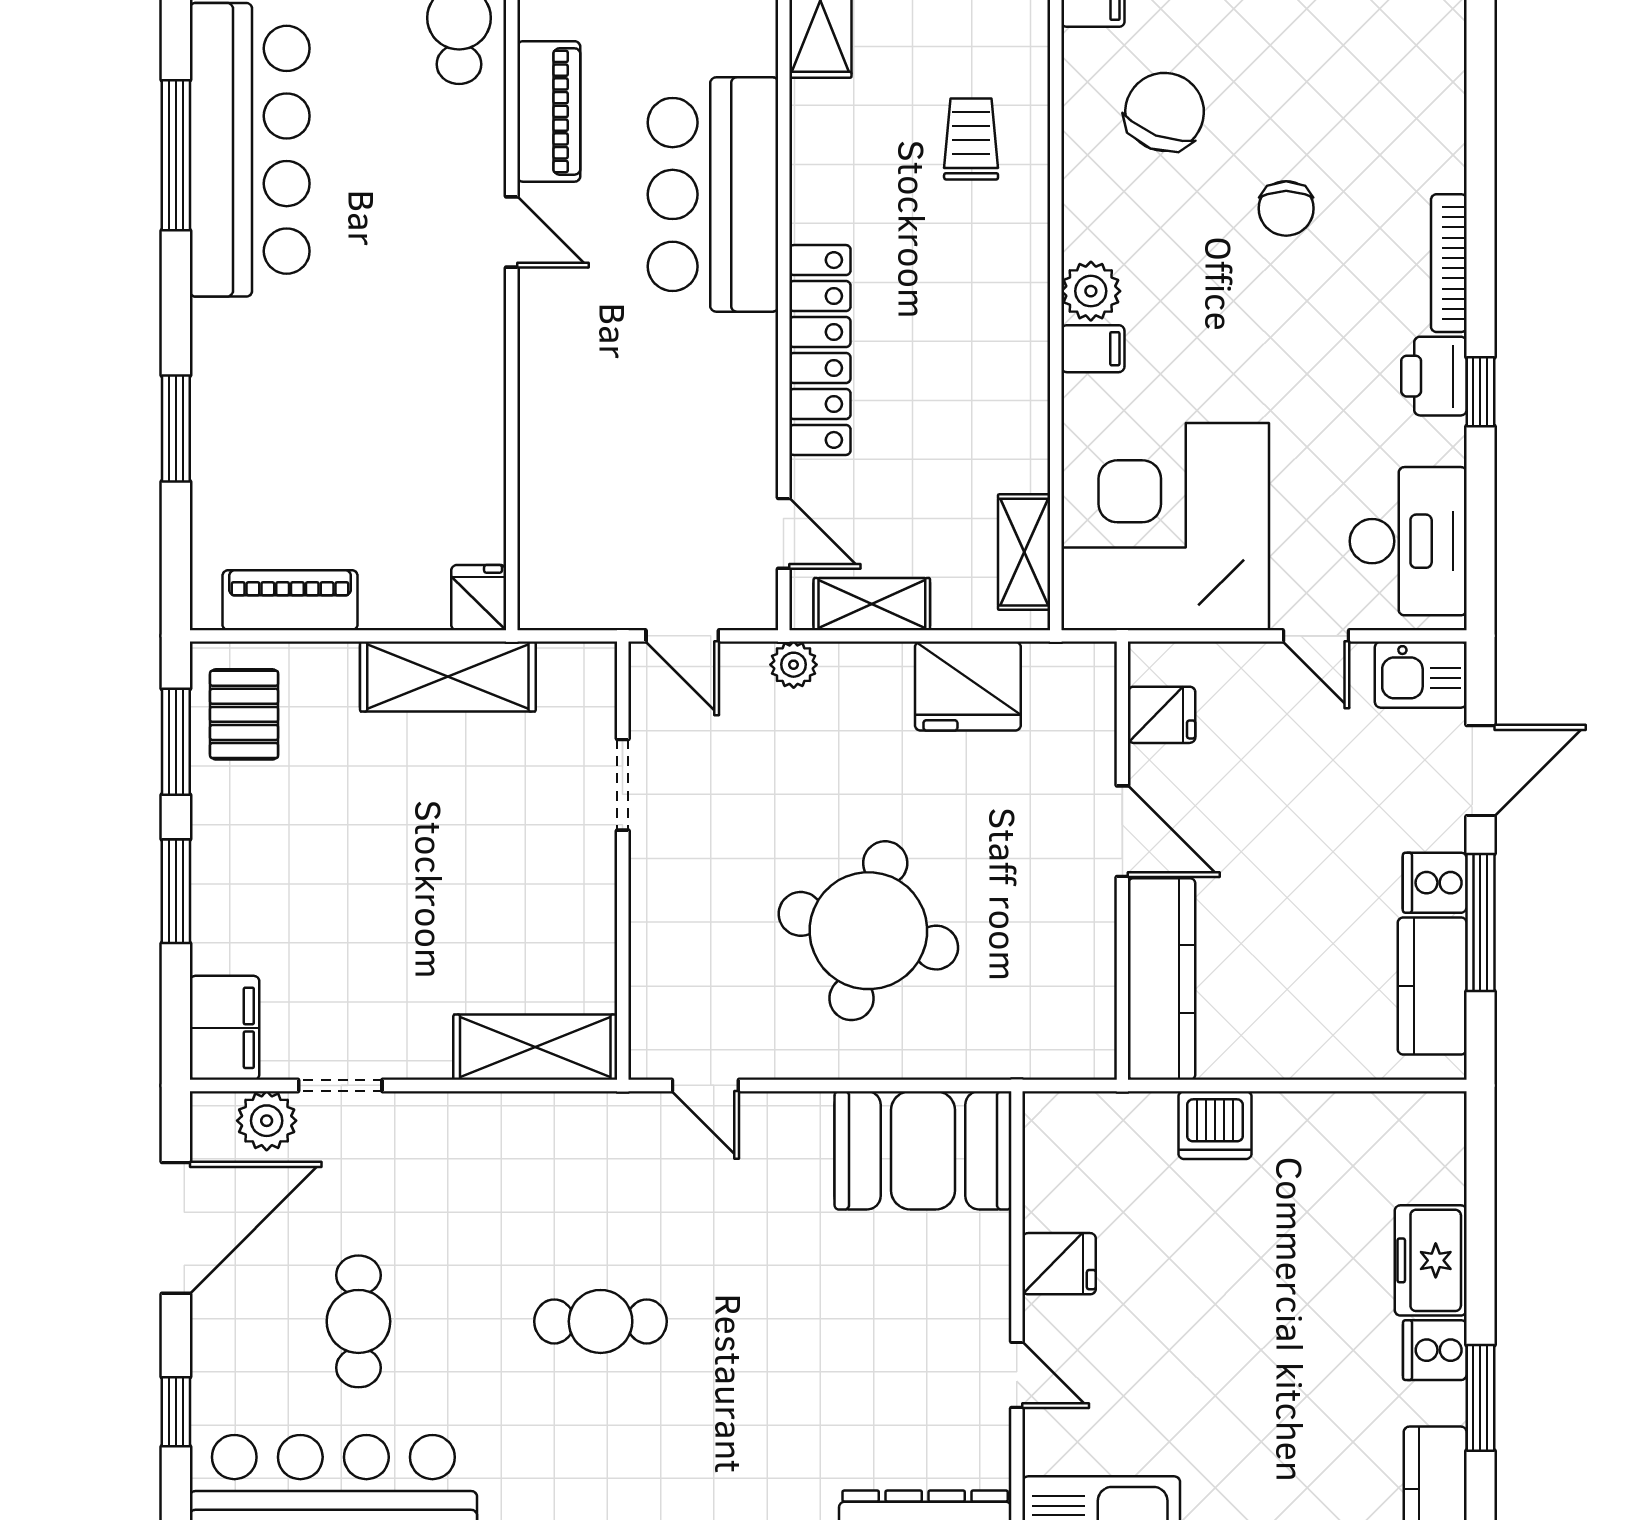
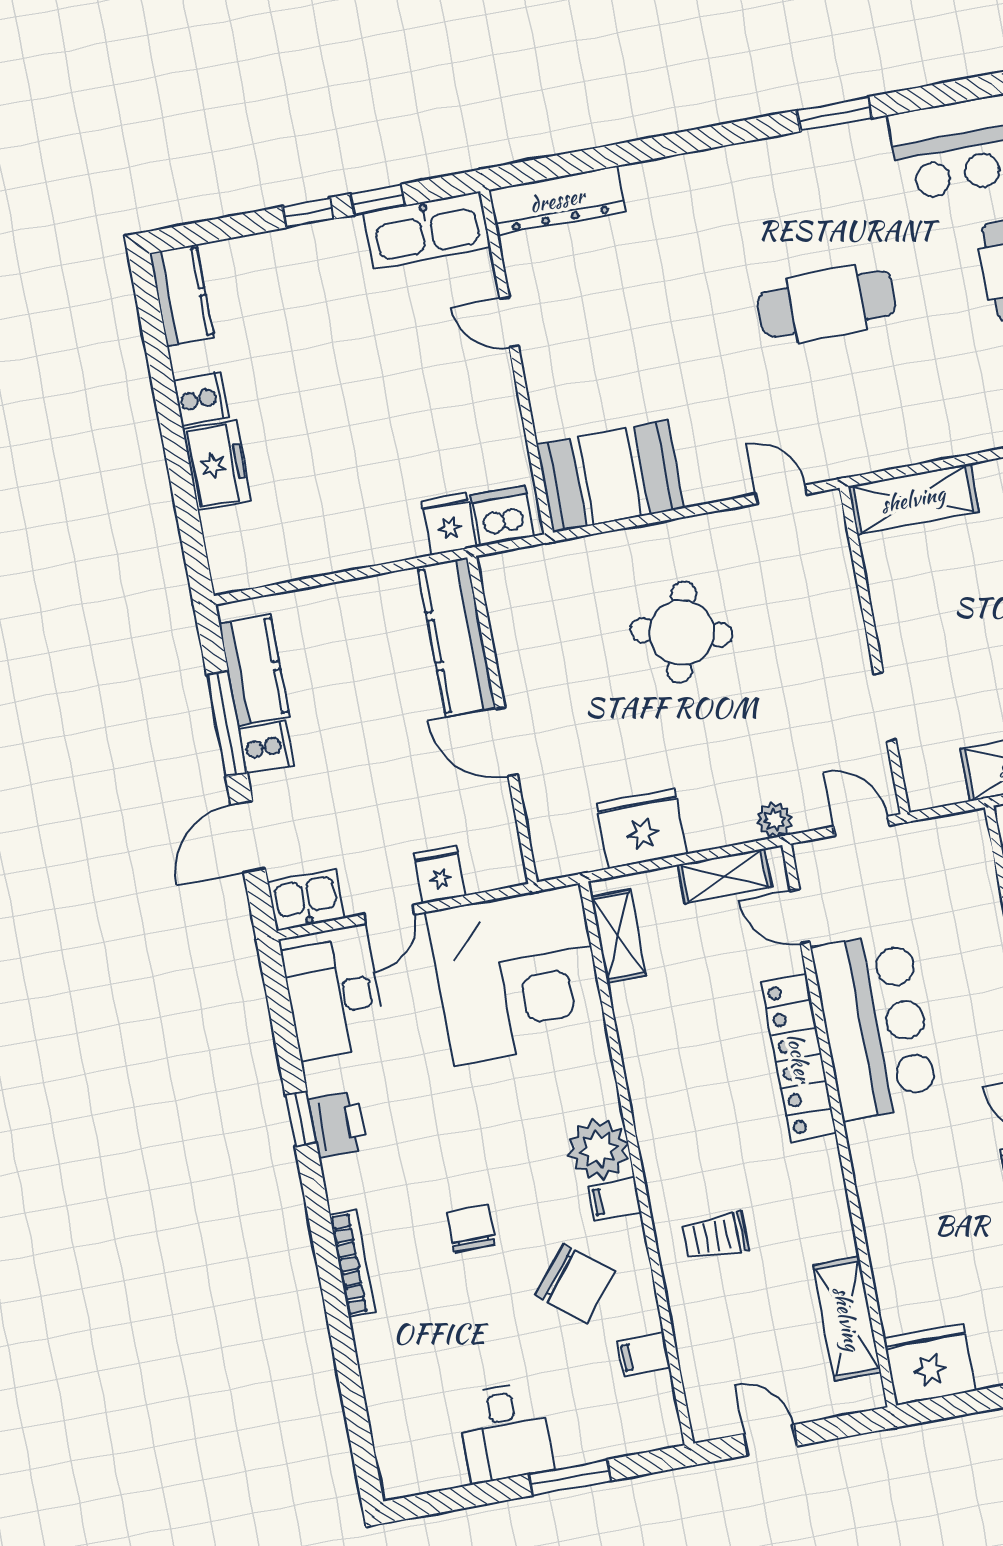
chair: (1165, 112) -> (575, 1283), turned -72
trolley: (971, 139) -> (715, 1236), turned 90
bar counter: (713, 194) -> (875, 1026), moved
bookcase: (1449, 263) -> (352, 1263), moved
plant: (1091, 291) -> (599, 1149), width x1.36, depth x1.36
filing cabinet: (1093, 349) -> (615, 1199), moved
door: (1316, 636) -> (389, 914), swing flipped
fridge: (1162, 715) -> (440, 875), moved, turned 90
round table: (868, 931) -> (682, 632), width x0.73, depth x0.73
dishwasher: (1215, 1125) -> (503, 516), moved
fridge: (1059, 1264) -> (449, 524), moved, turned 90
cafe table: (601, 1321) -> (827, 304), width x1.37, depth x1.35
window: (1480, 1398) -> (161, 370), removed

